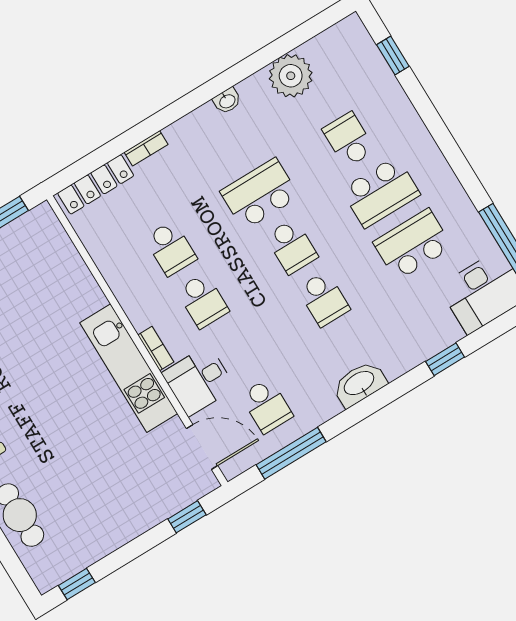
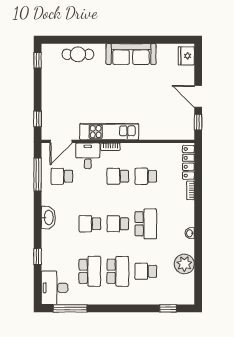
school desk: (349, 140) -> (146, 271), turned 180
school desk: (381, 192) -> (118, 271), turned 180

